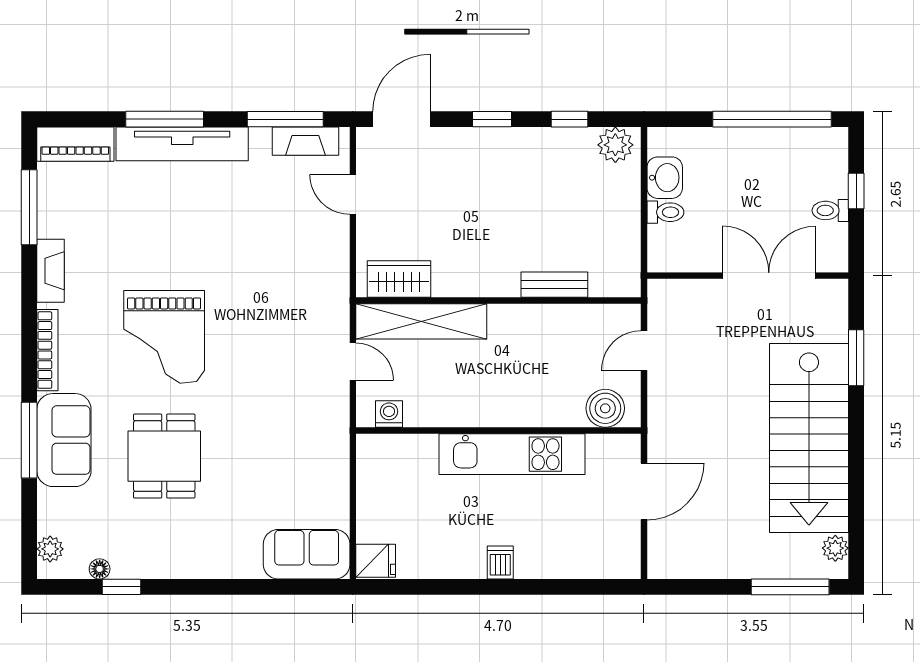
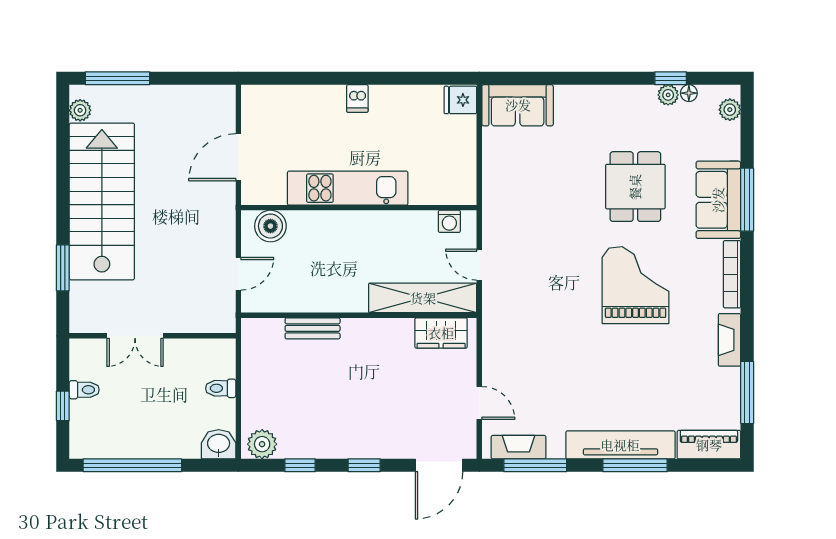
washbasin: (665, 178) -> (219, 444), moved, turned 90
double door: (769, 276) -> (135, 336), width x0.73
plant: (125, 567) -> (668, 95), added

